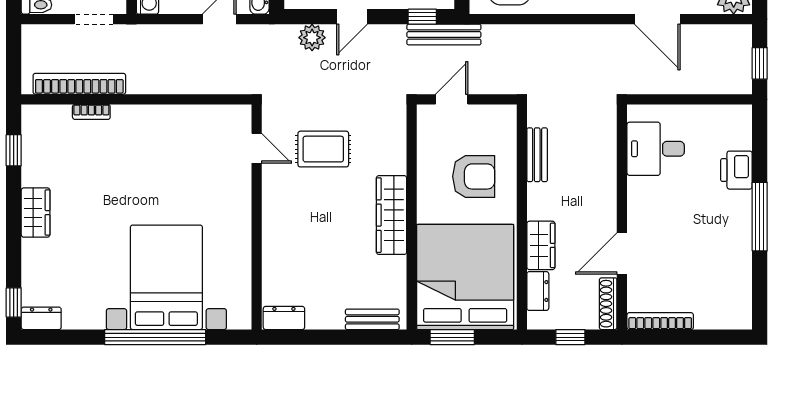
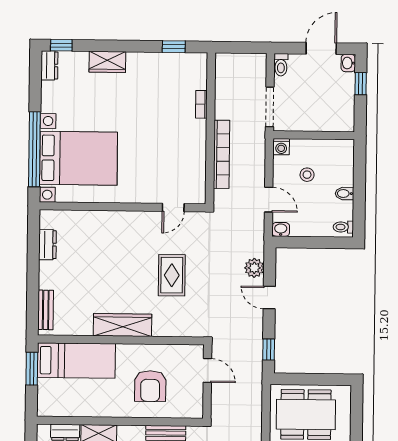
doorway: (94, 19) -> (270, 107), width x1.38
bench: (444, 35) -> (255, 365), removed
bookcase: (79, 84) -> (221, 154), moved
door: (257, 148) -> (173, 207), moved
wardrobe: (36, 213) -> (107, 62), moved
wall: (257, 217) -> (123, 207), moved
bed: (465, 277) -> (76, 361), width x0.49

